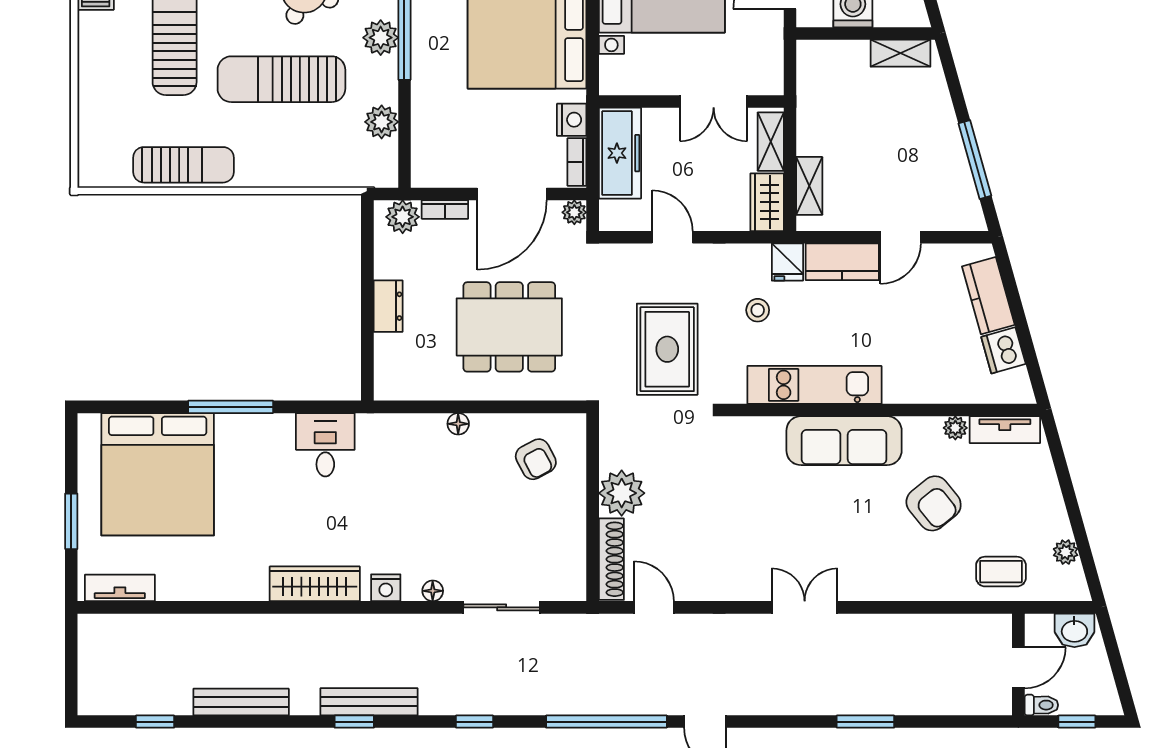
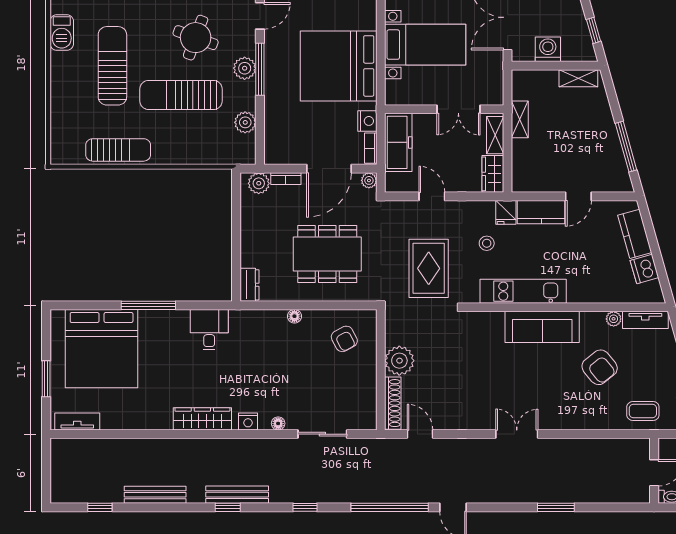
shelving: (809, 186) -> (520, 119), moved
dresser: (388, 306) -> (249, 285), moved

